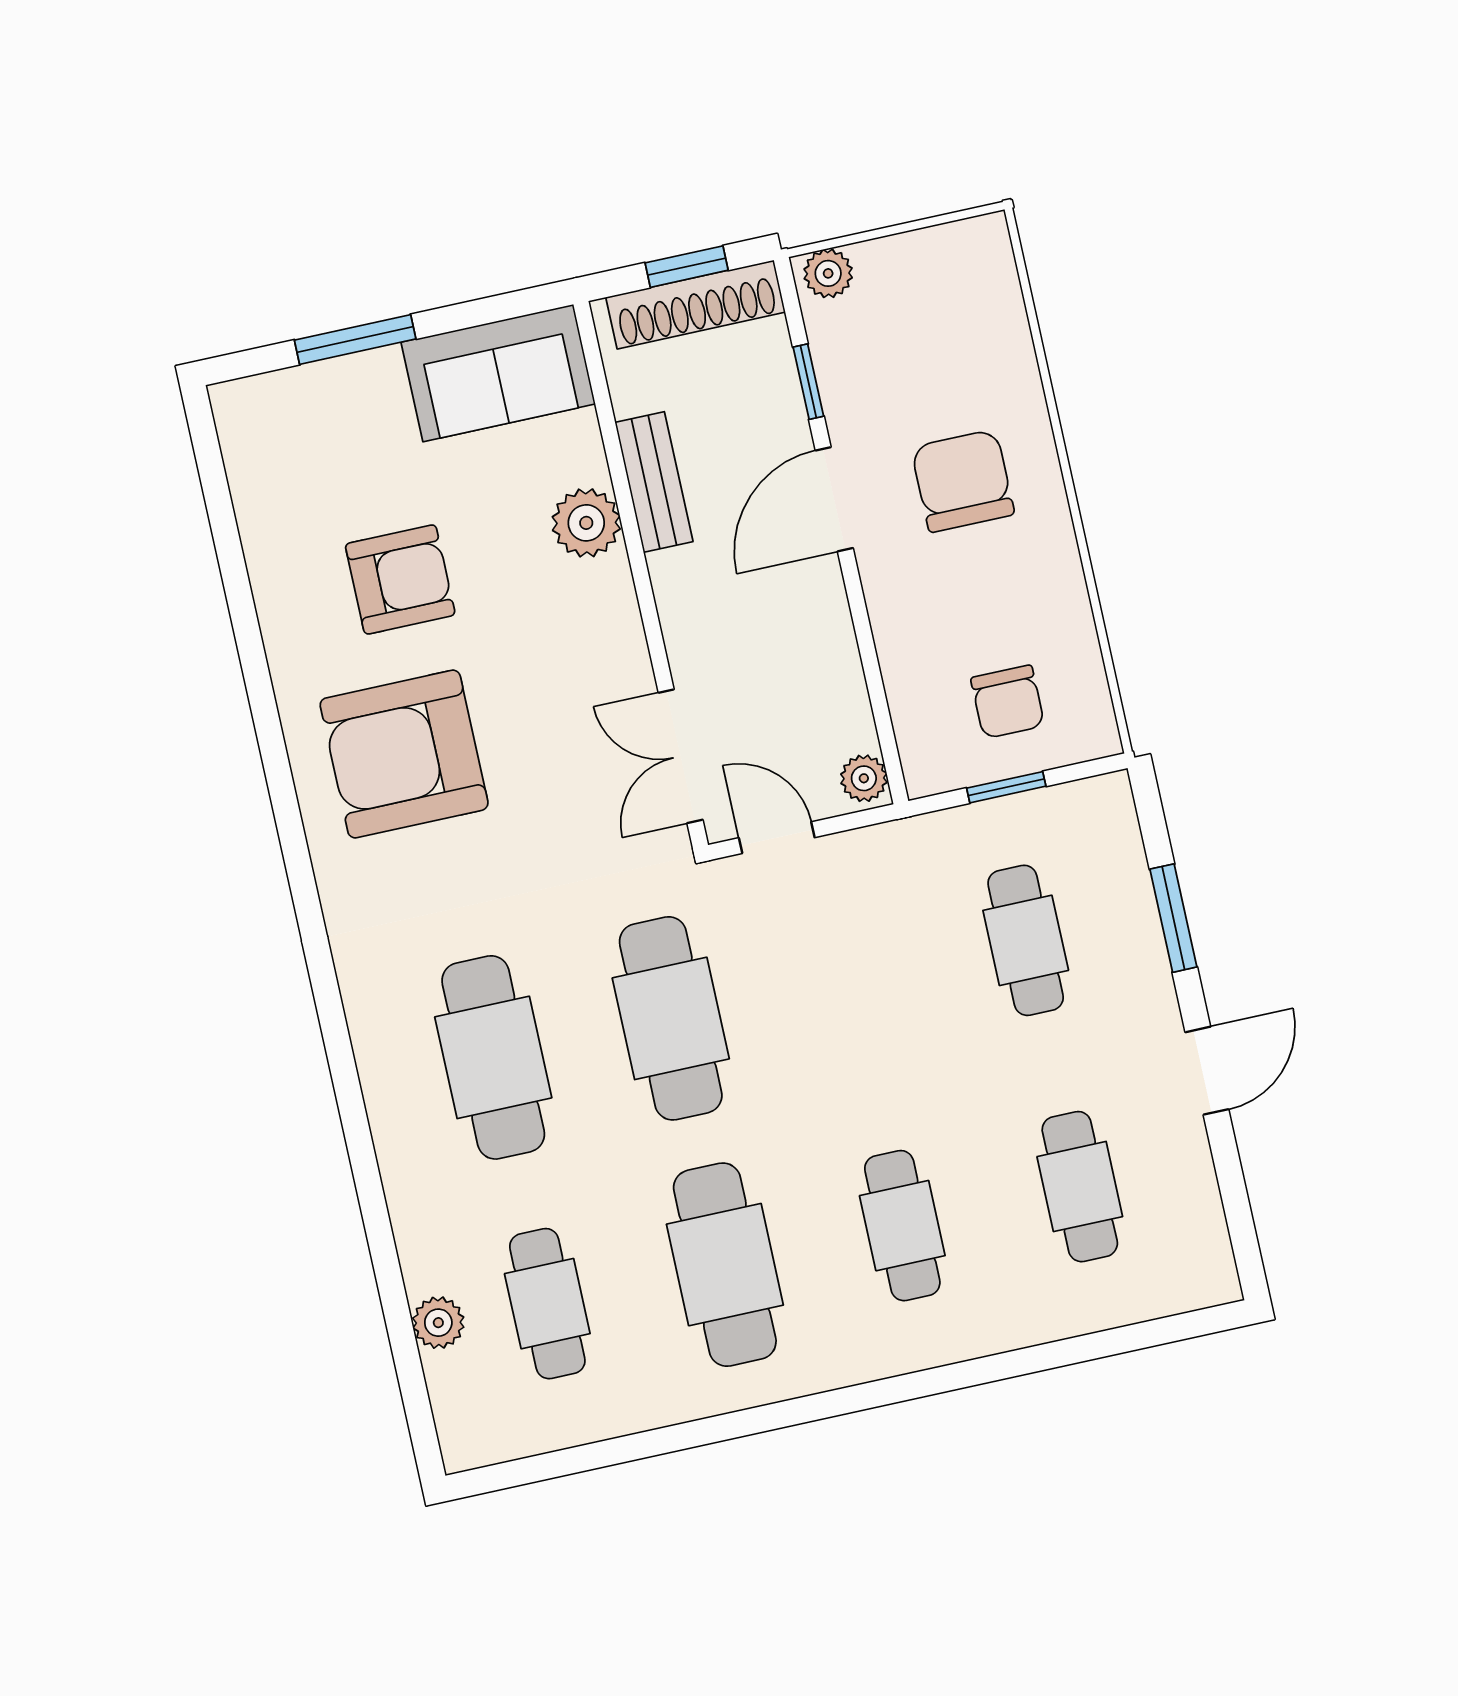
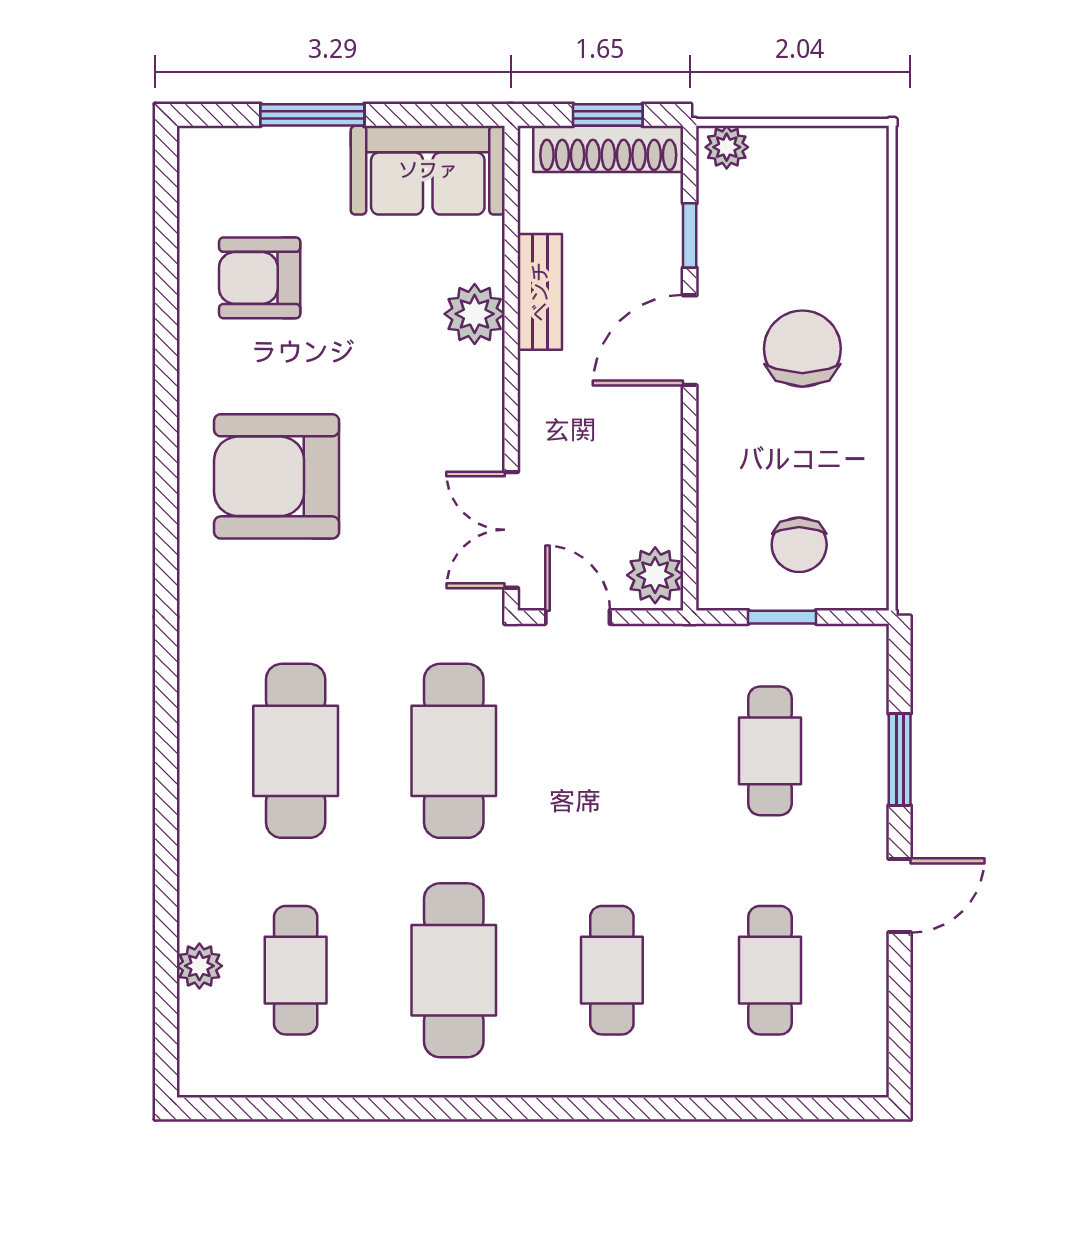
armchair: (400, 579) -> (260, 278), moved, turned 180
plant: (864, 778) -> (655, 575), width x1.38, depth x1.38

